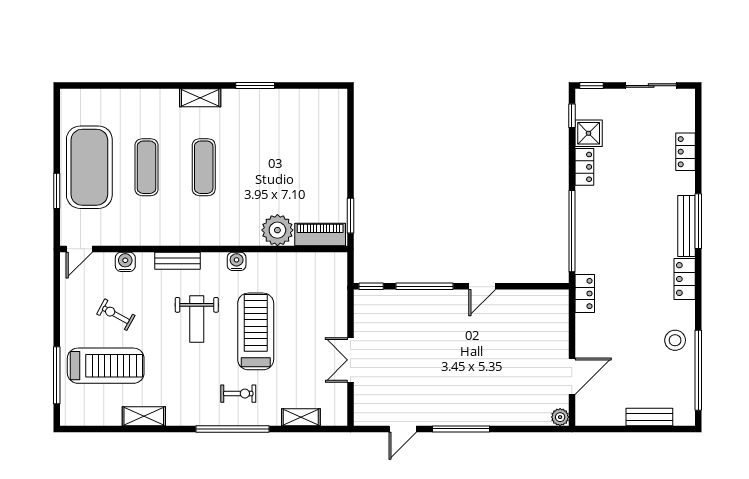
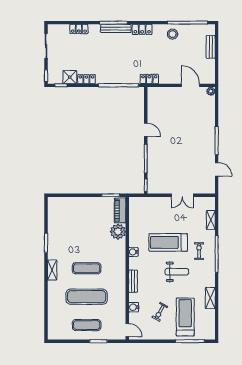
exercise mat: (89, 167) -> (87, 325), width x0.50, depth x0.69
exercise mat: (147, 167) -> (87, 297), width x1.36, depth x1.45
weight bench: (197, 319) -> (177, 272), moved

